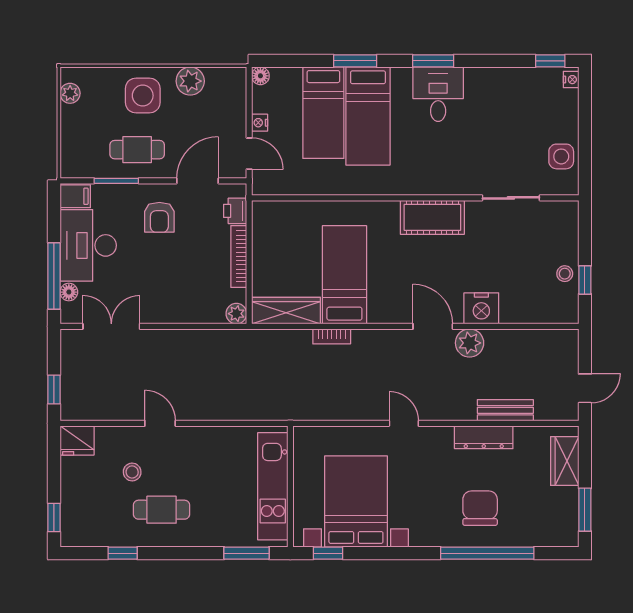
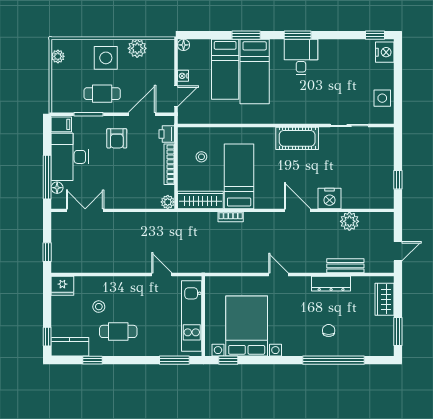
nightstand: (571, 80) -> (385, 52), width x1.89, depth x1.79
door: (249, 154) -> (176, 96), hinge flipped
stool: (565, 274) -> (201, 157), moved
plant: (470, 343) -> (349, 221), moved
door: (160, 423) -> (162, 274), moved
chair: (480, 508) -> (329, 330), width x0.54, depth x0.54
kitchen counter: (88, 533) -> (70, 347), added

